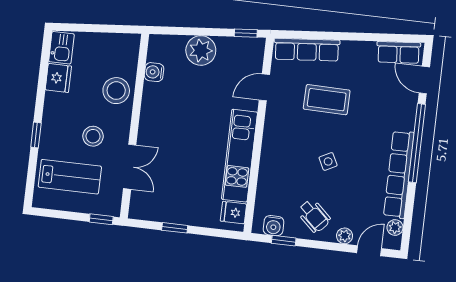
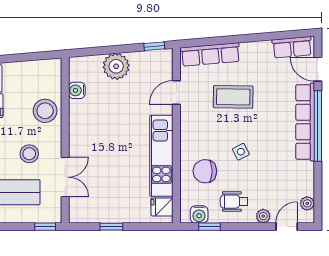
row of seats: (399, 174) -> (305, 122), moved
chair: (286, 178) -> (205, 171), added
wheelchair: (314, 216) -> (234, 202), turned 137

